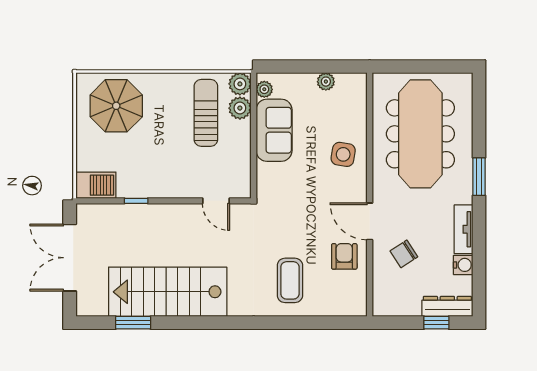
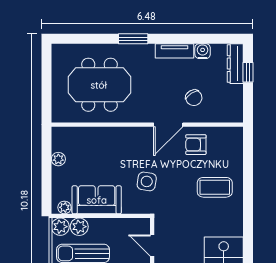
meeting table: (420, 134) -> (99, 85), width x0.73
side table: (343, 154) -> (147, 181), moved
door: (216, 201) -> (152, 245), swing flipped

